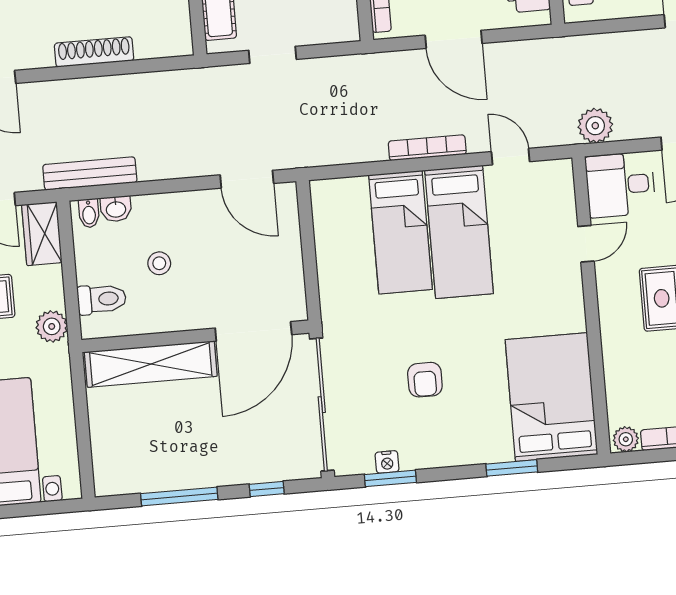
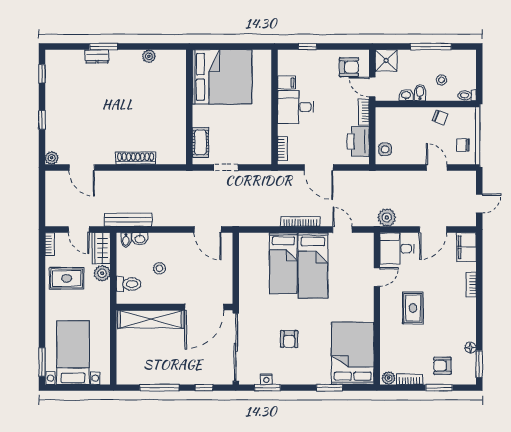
plant: (52, 326) -> (102, 273), moved

